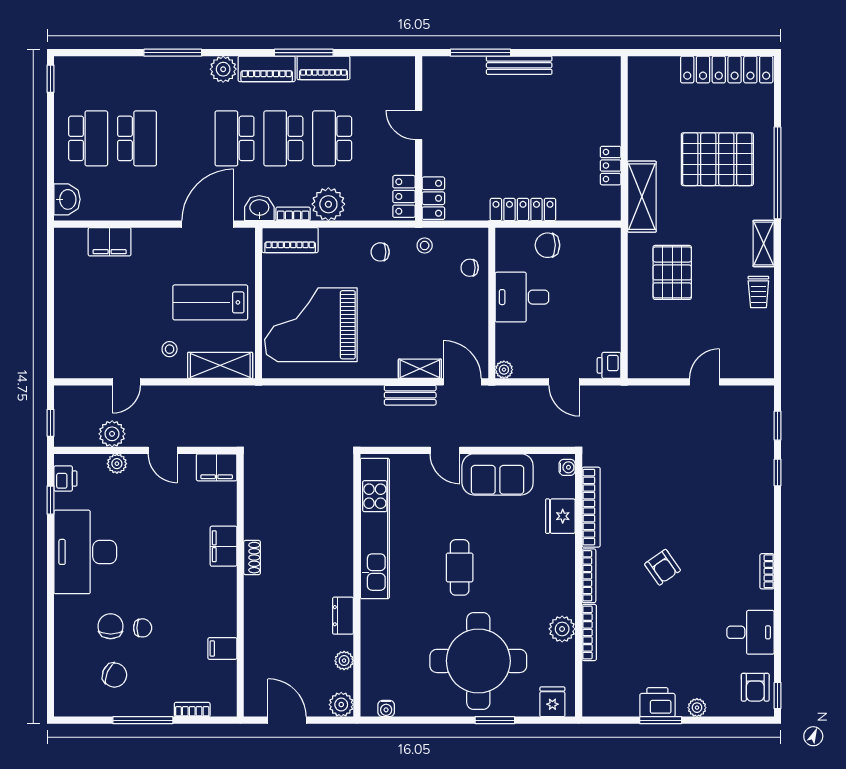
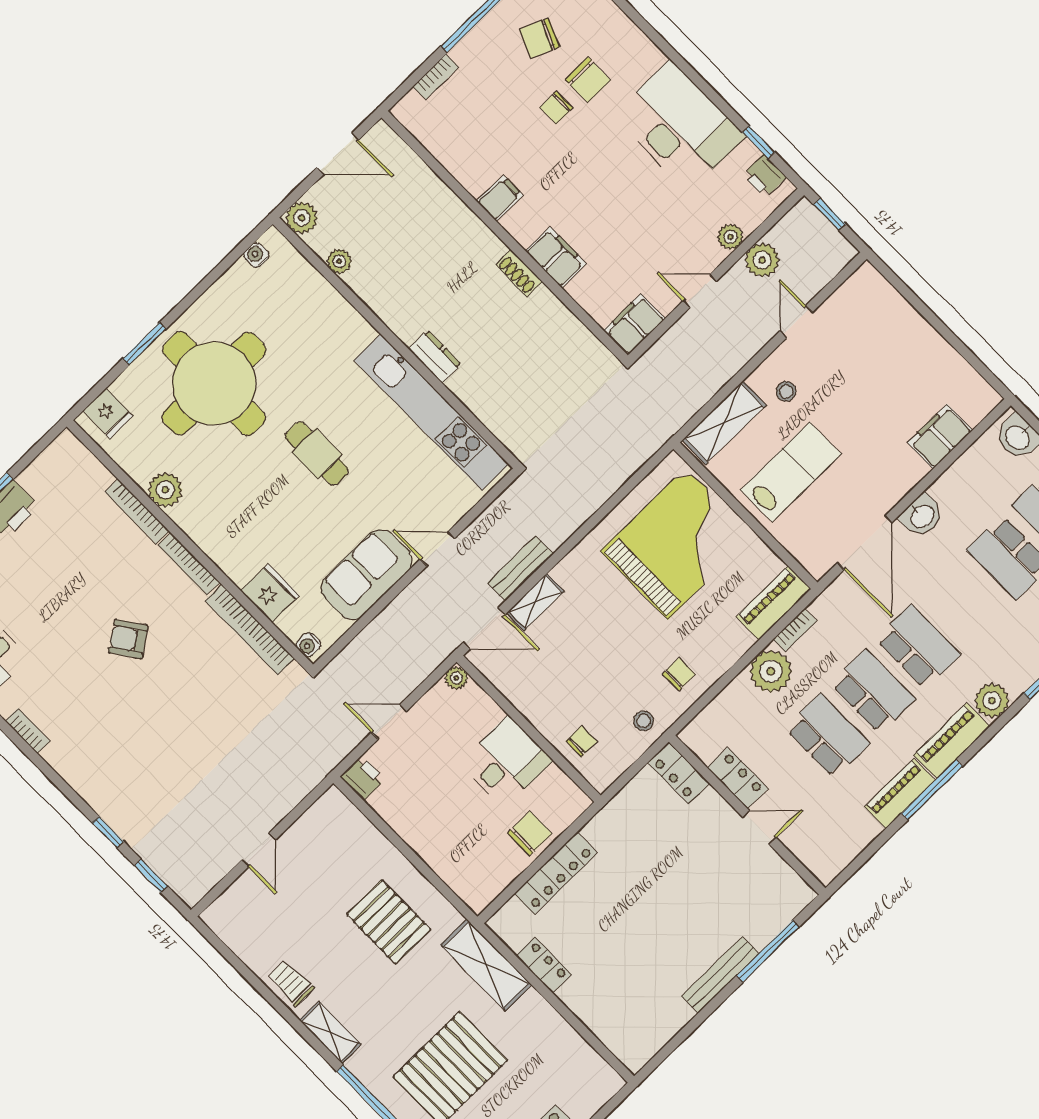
locker: (404, 196) -> (738, 778), moved
washbasin: (259, 208) -> (922, 516), moved
locker: (523, 210) -> (556, 873), moved
dresser: (343, 616) -> (435, 357), moved
filing cabinet: (222, 648) -> (500, 198), moved

